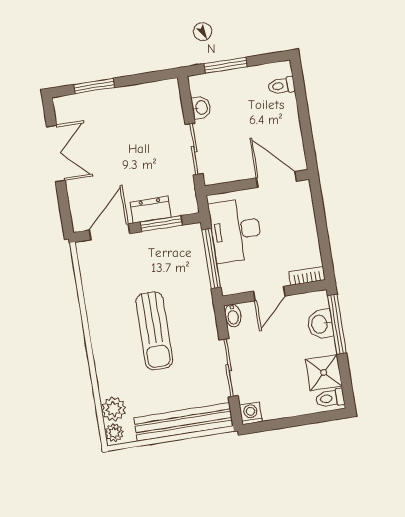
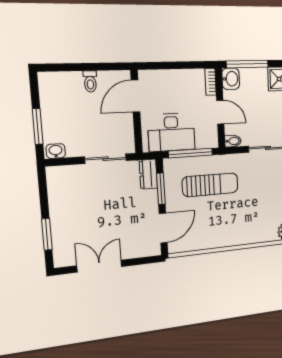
toilet: (281, 86) -> (90, 81), moved
washbasin: (201, 108) -> (56, 151), moved
dresser: (151, 210) -> (148, 174), moved
door: (110, 232) -> (163, 228), swing flipped
washbasin: (320, 324) -> (231, 79), moved, turned -90
sun lounger: (154, 331) -> (210, 185), moved

